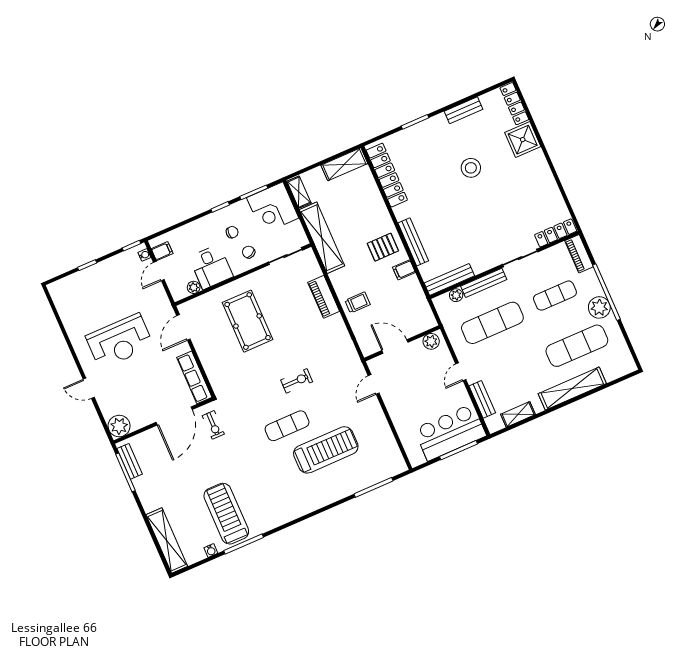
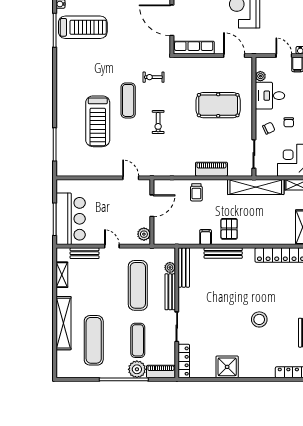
shower: (523, 140) -> (227, 367), moved
plant: (599, 307) -> (137, 369), moved
exercise bike: (213, 425) -> (153, 77), moved

